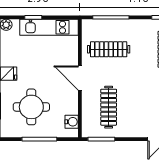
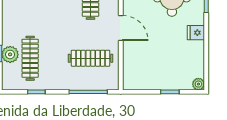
kitchen unit: (49, 27) -> (153, 81), removed

